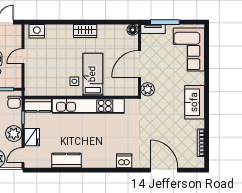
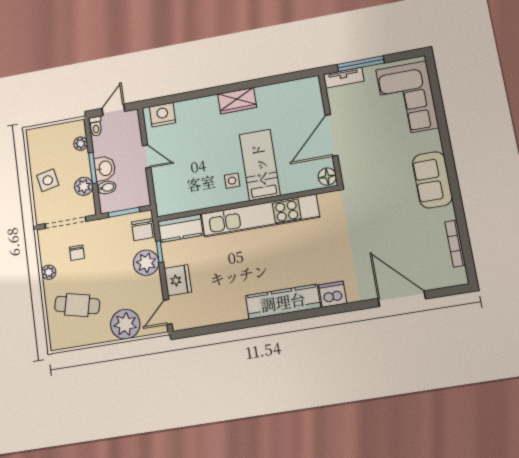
floor lamp: (133, 30) -> (327, 177), moved
door: (23, 56) -> (147, 156), swing flipped
plant: (148, 89) -> (351, 173), removed
plant: (14, 134) -> (146, 263), moved
kitchen counter: (67, 160) -> (283, 302), moved, width x1.50

